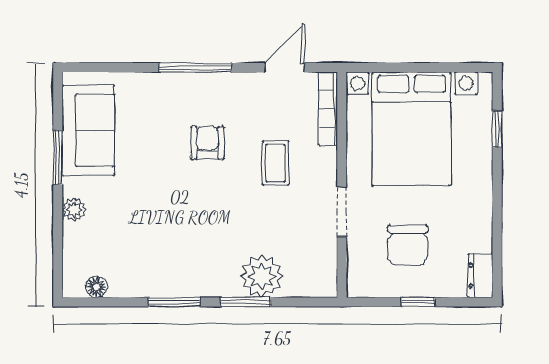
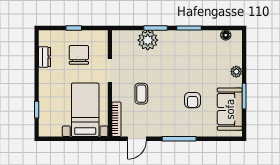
bed with nightstands: (412, 129) -> (85, 110), width x0.73
armchair: (207, 143) -> (193, 100), moved
dresser: (480, 276) -> (45, 57), moved

